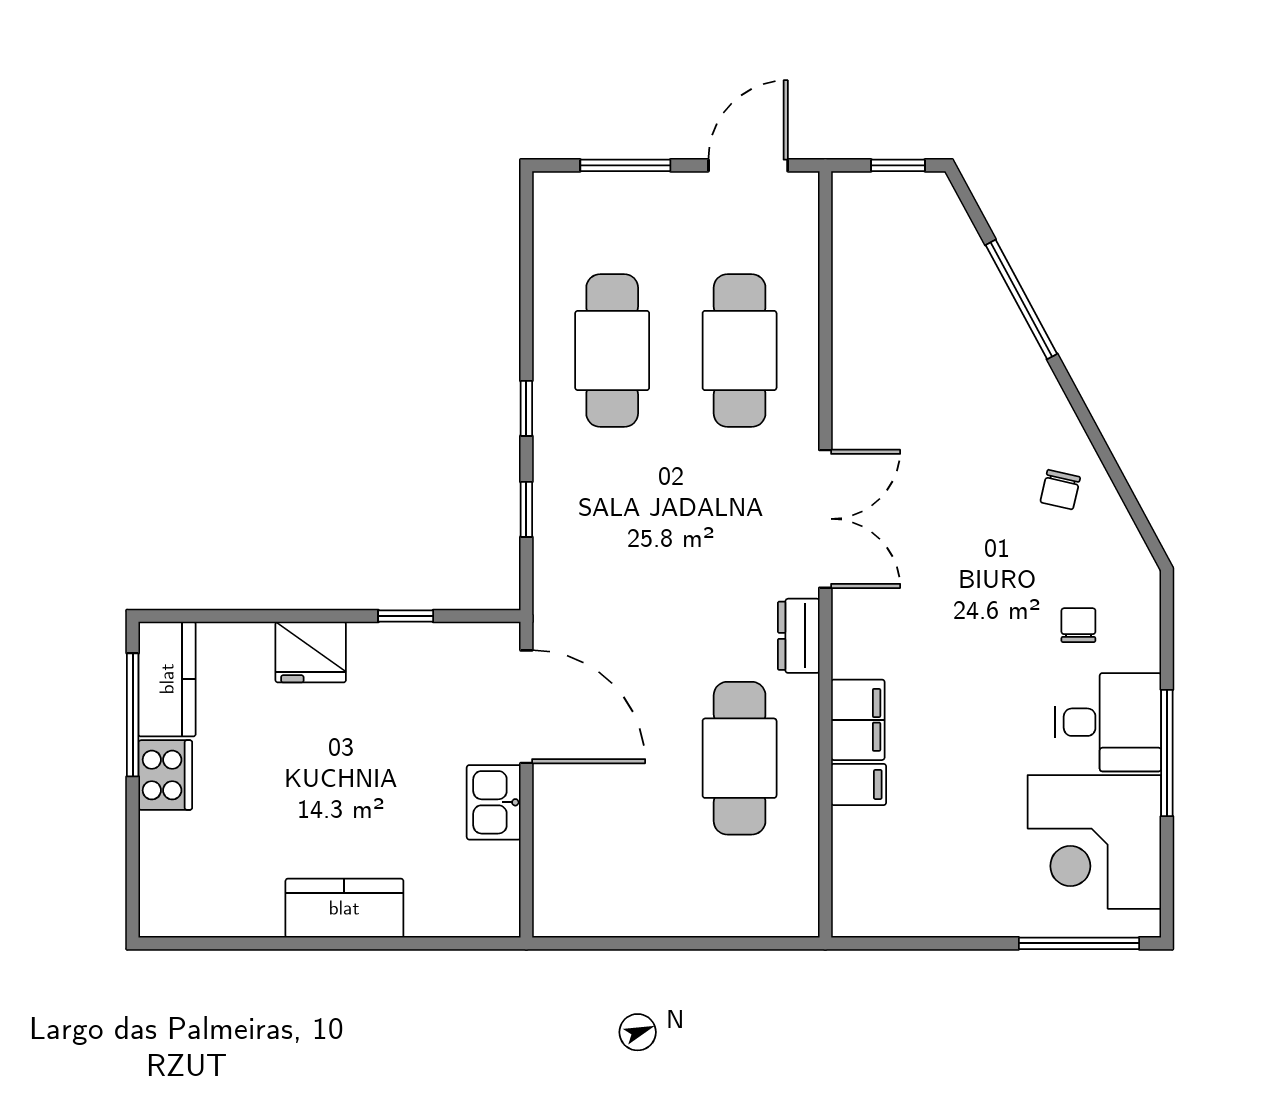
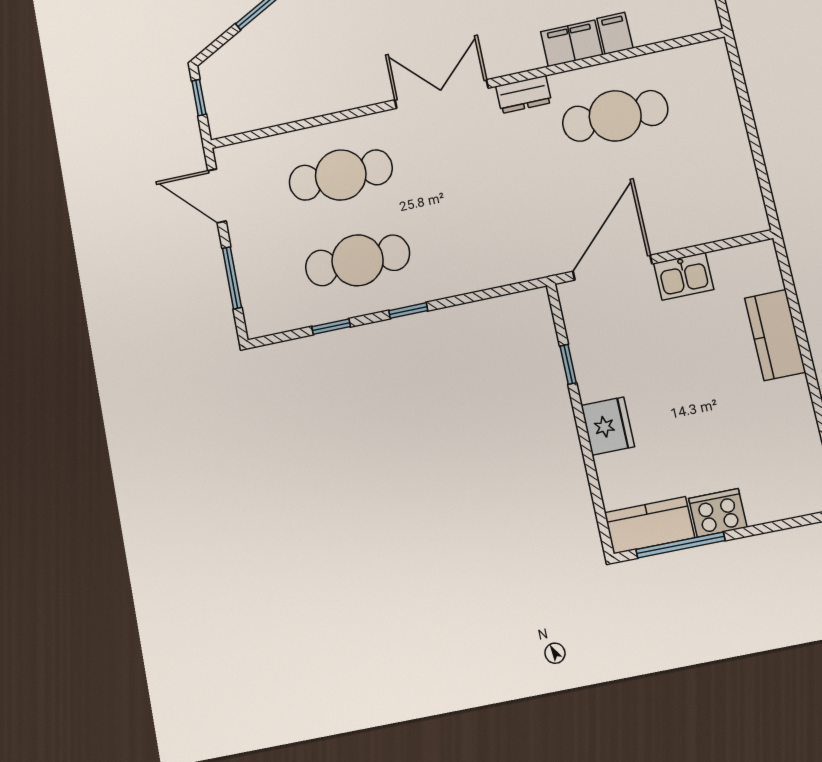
window: (526, 509) -> (331, 327), moved
kitchen counter: (344, 908) -> (775, 335), moved

